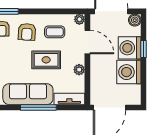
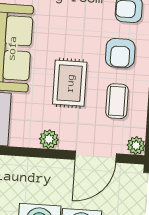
armchair: (27, 32) -> (120, 53), turned -93

